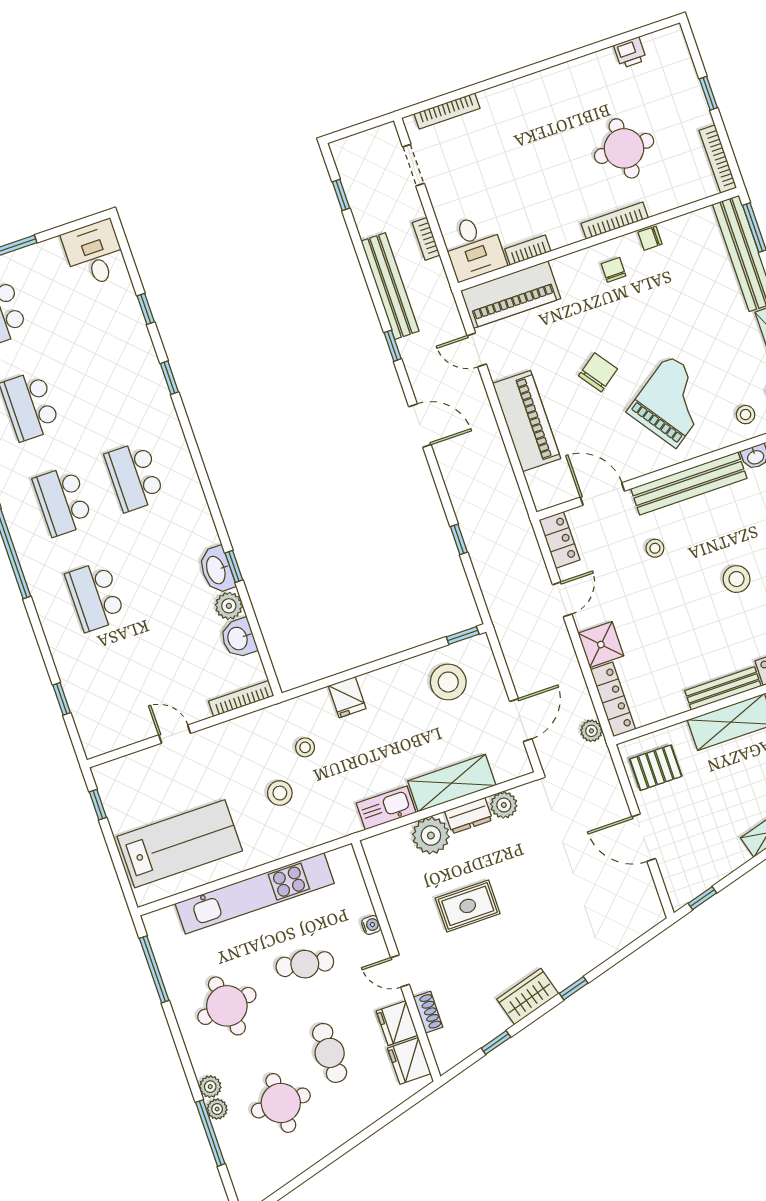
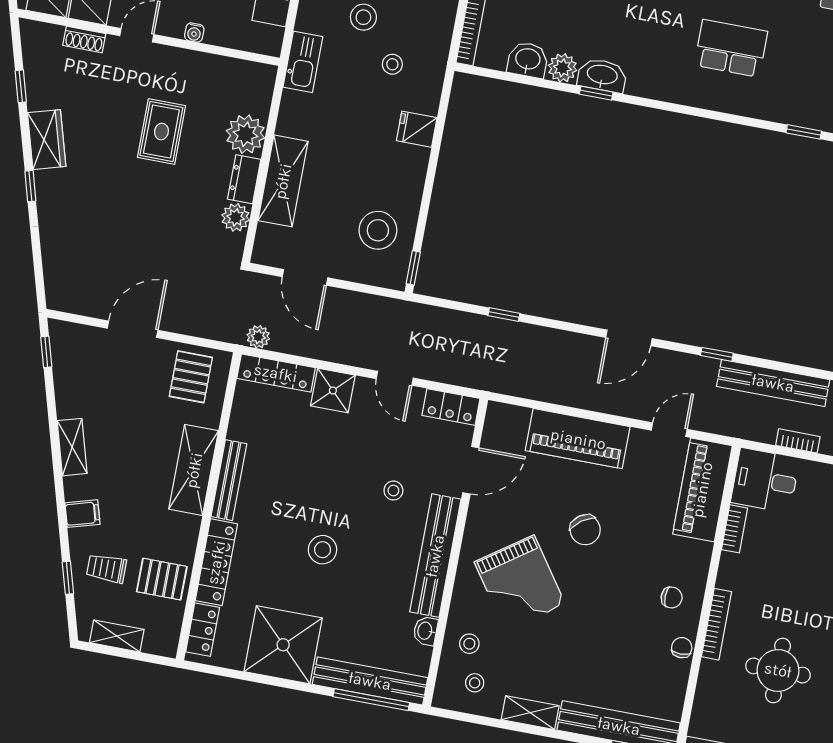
kitchen sink: (386, 808) -> (303, 62), moved

